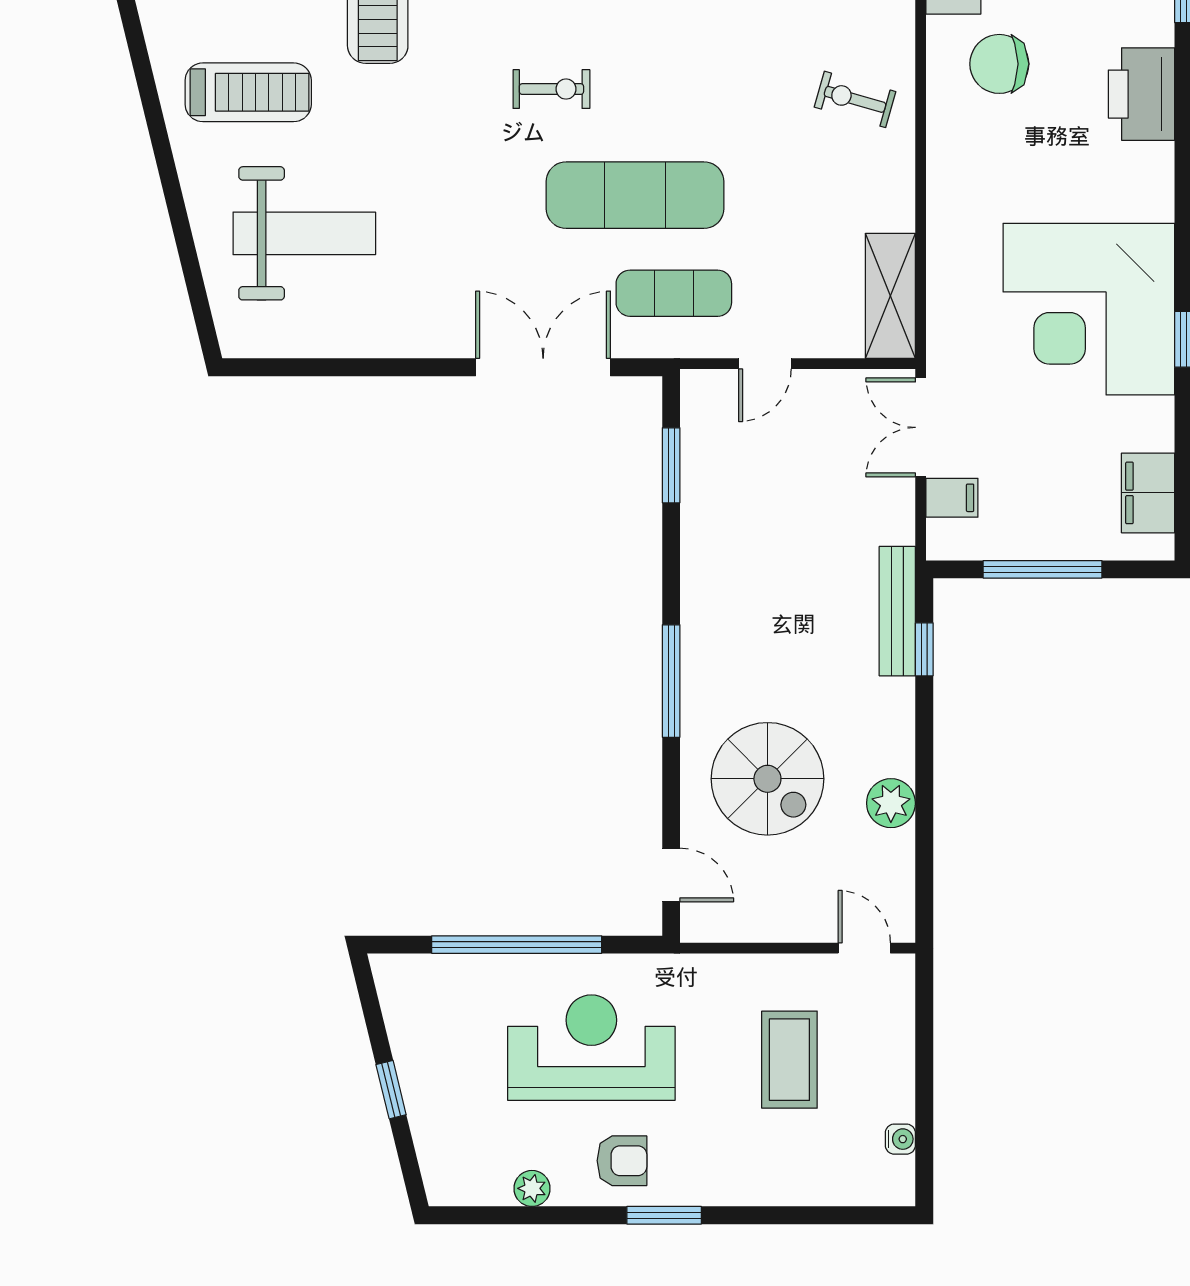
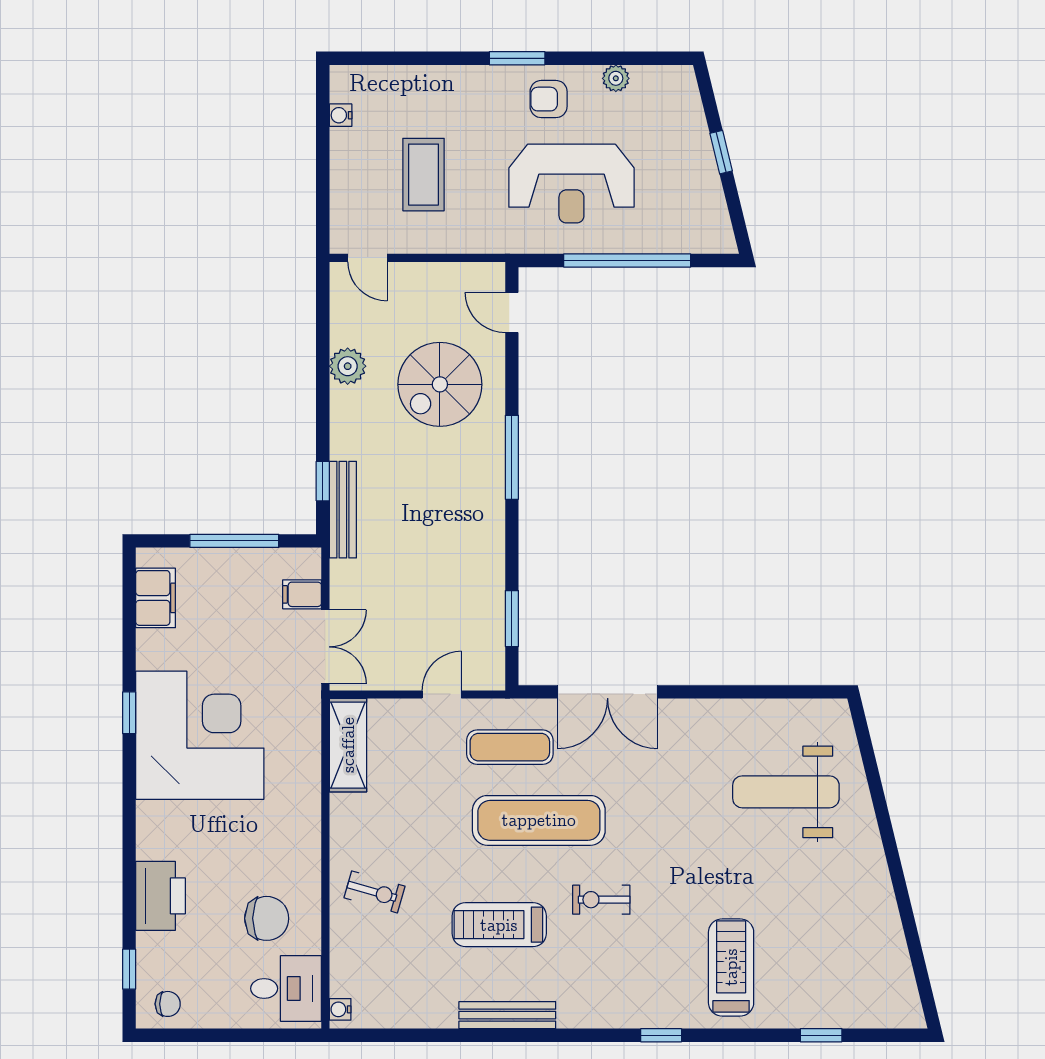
treadmill: (248, 92) -> (499, 925), moved
spiral stairs: (767, 779) -> (440, 384), turned -90

